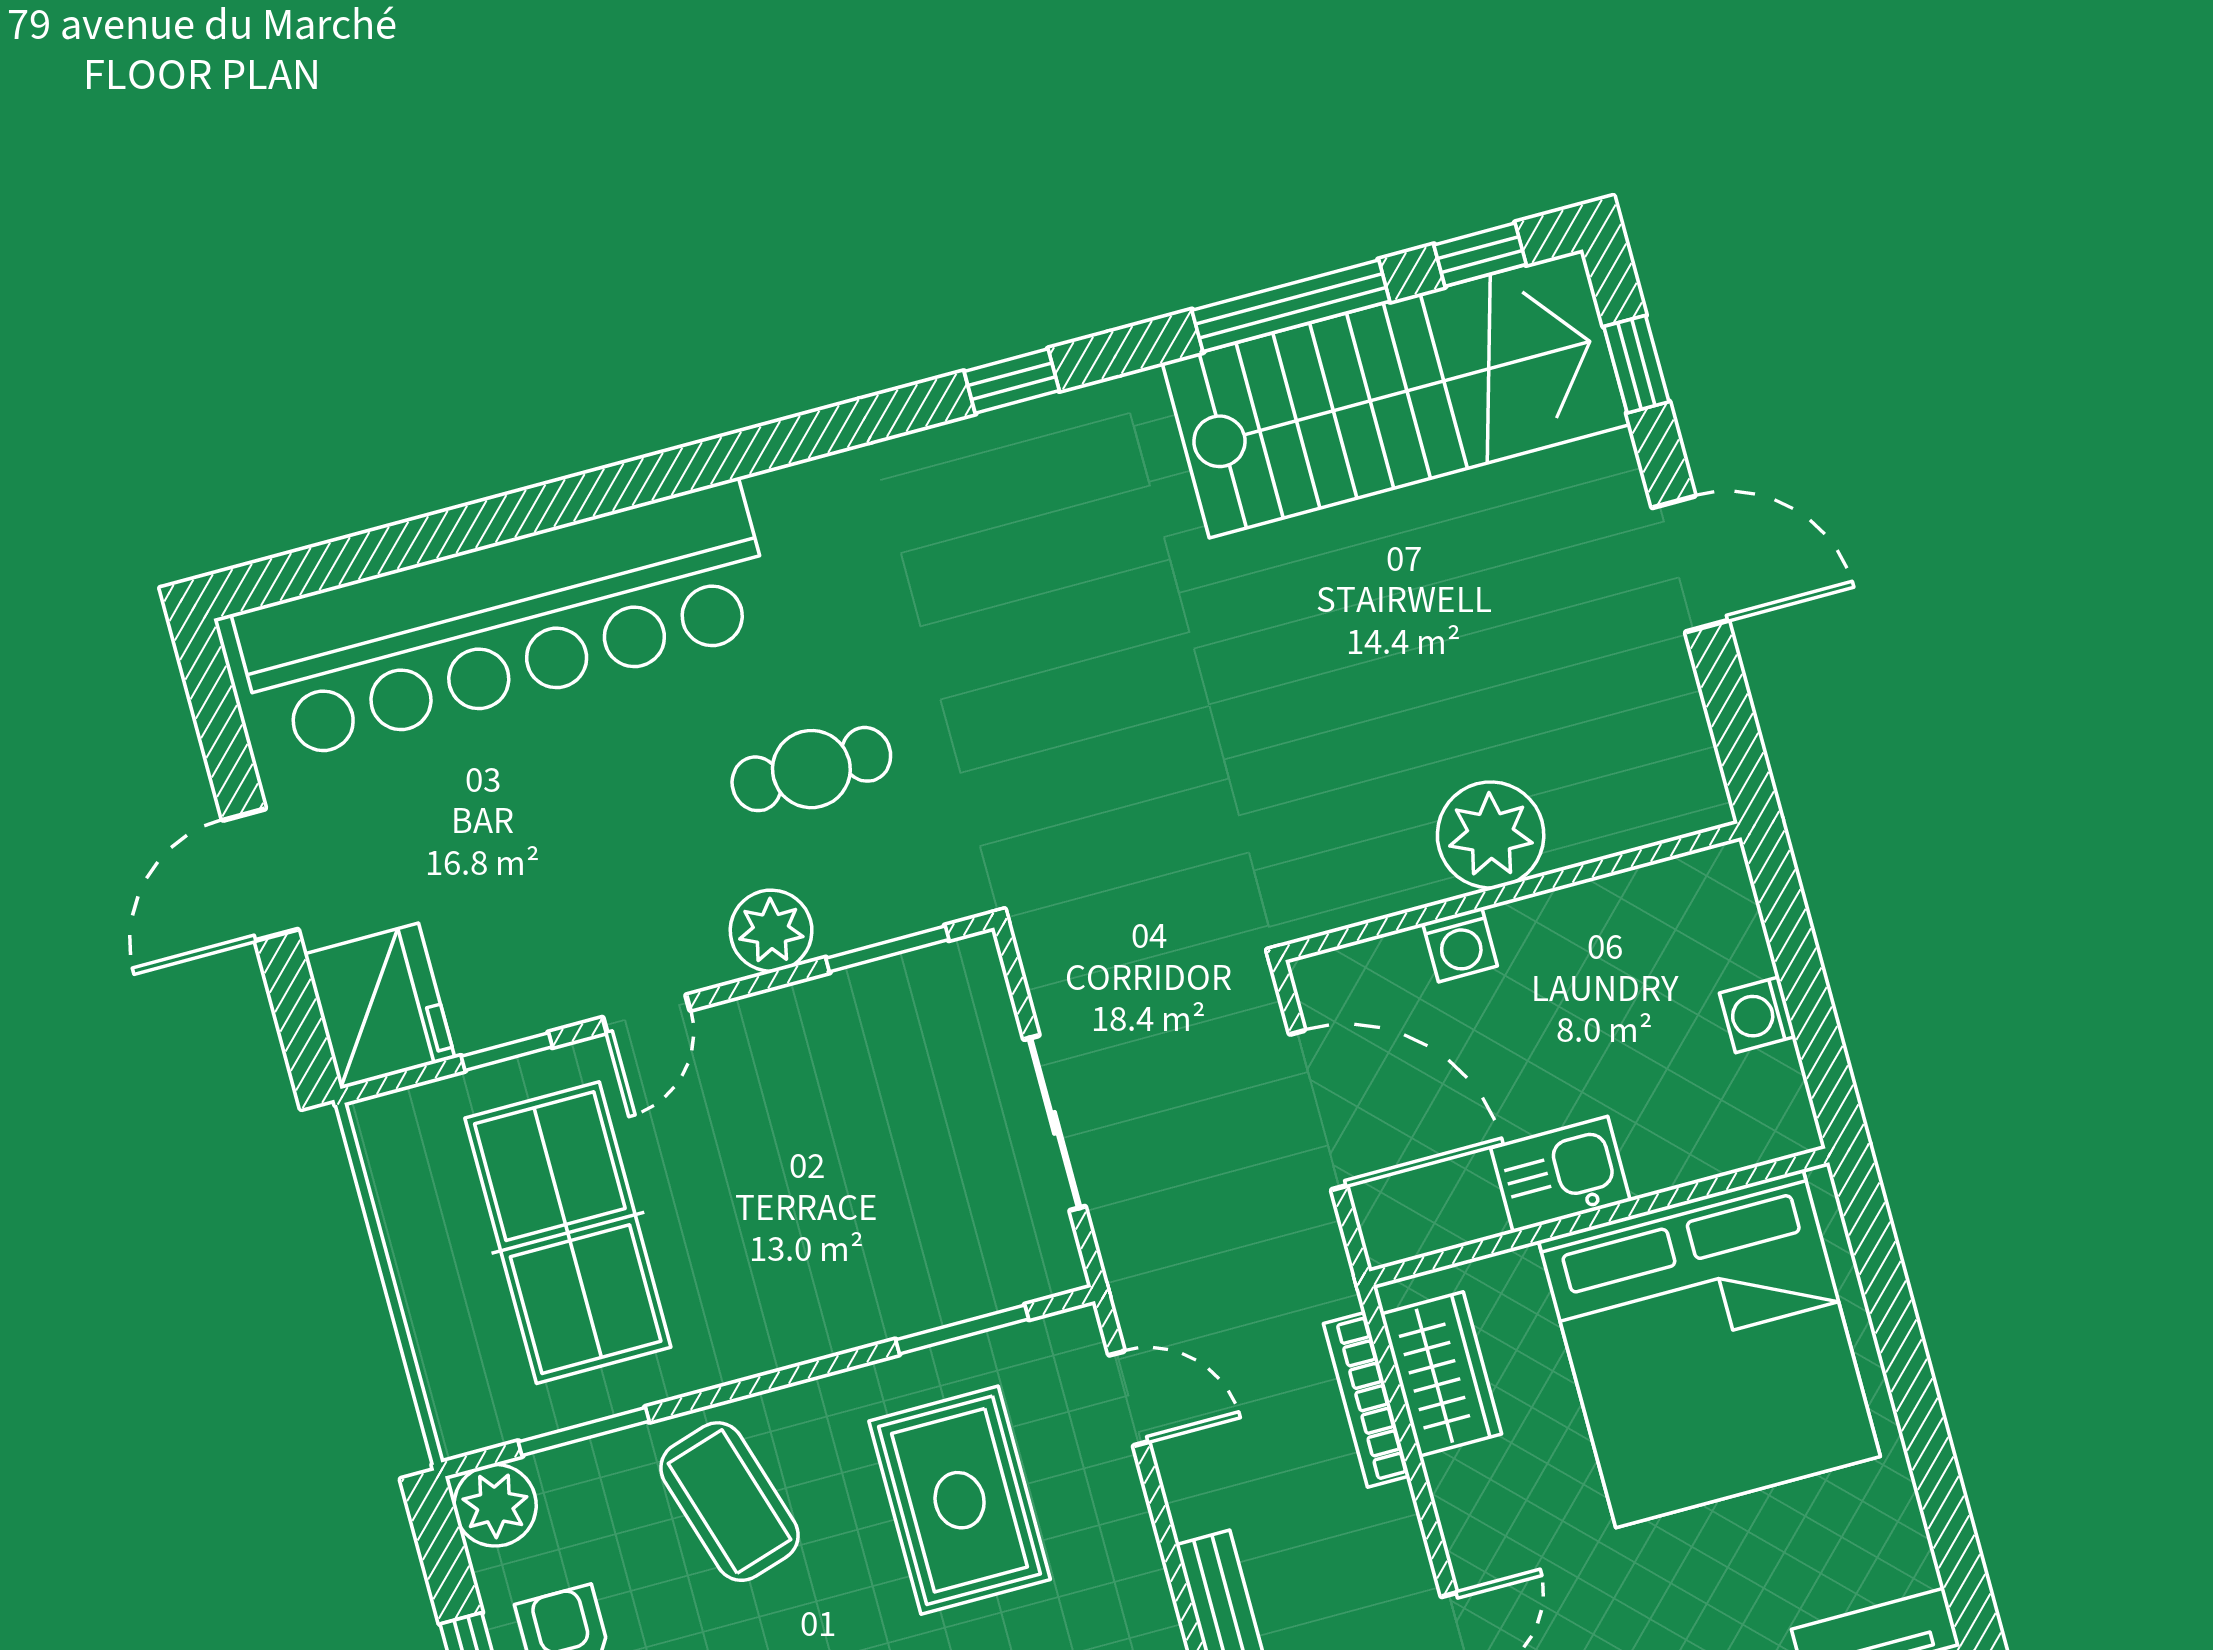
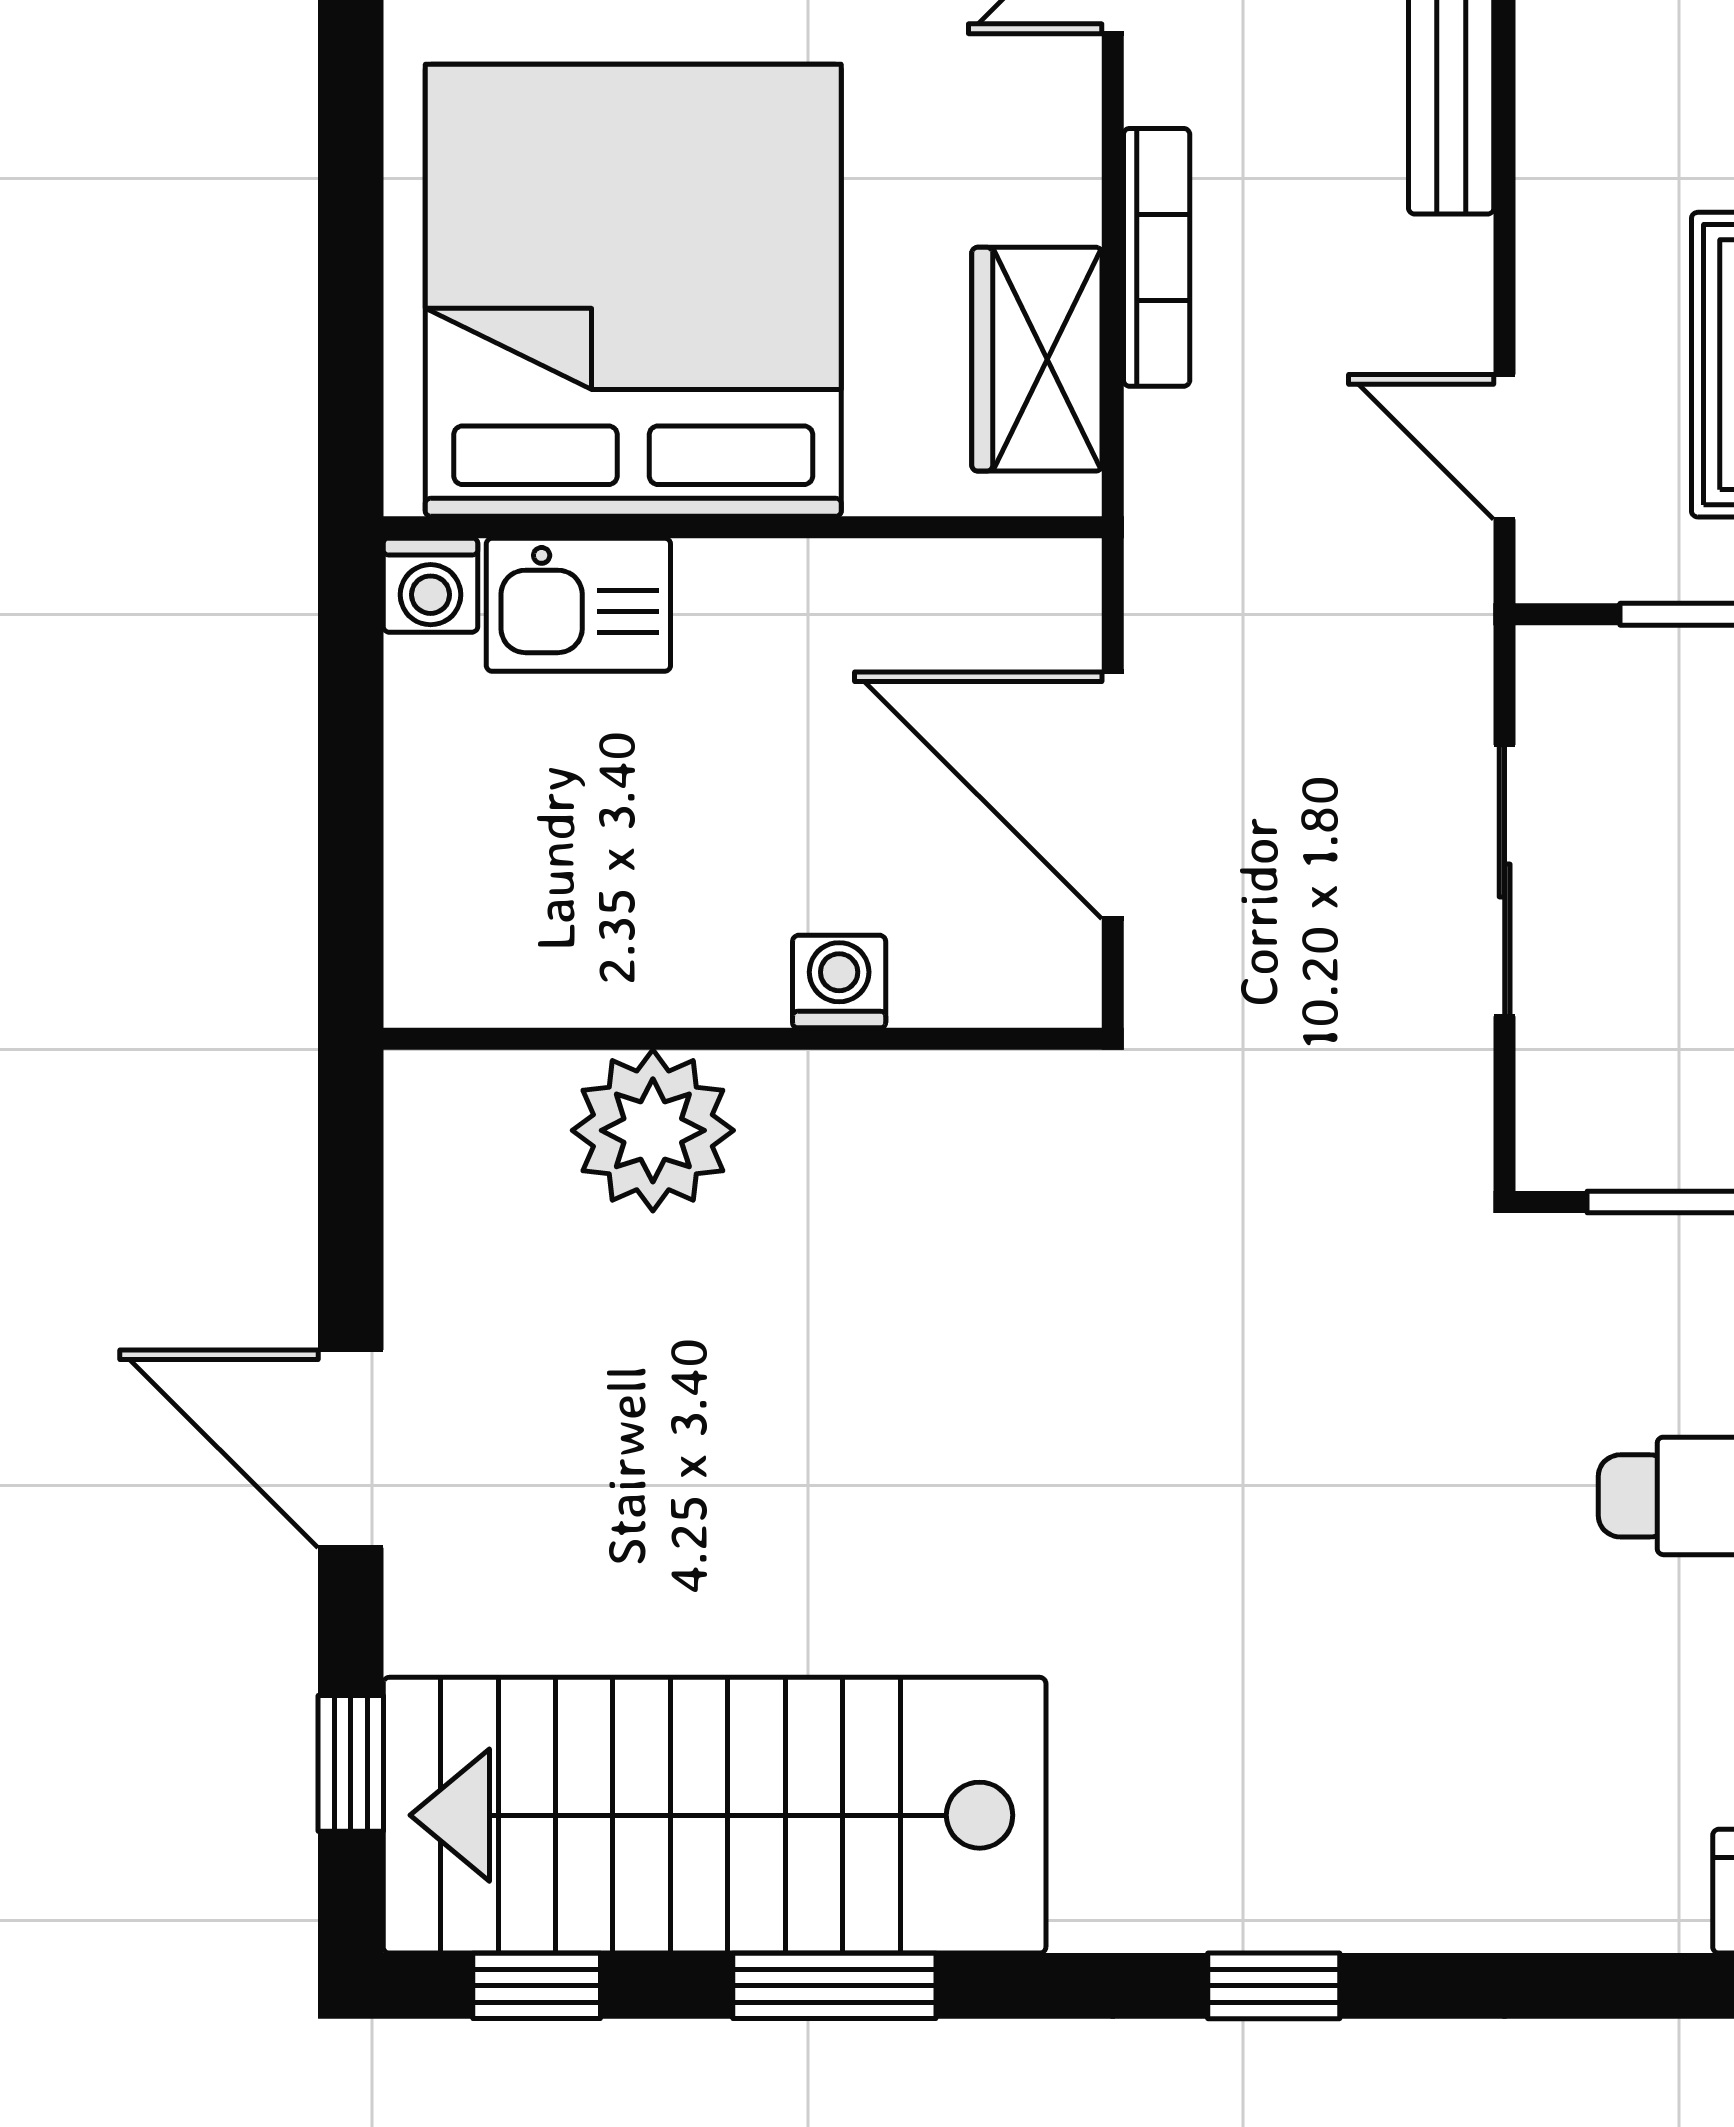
window: (1291, 306) -> (834, 1986), width x0.69
plant: (1491, 835) -> (653, 1130), moved
washing machine: (1757, 1015) -> (431, 585), moved, turned 90
kitchen sink: (1561, 1174) -> (578, 605), moved
bookcase: (1366, 1400) -> (1157, 257), moved

